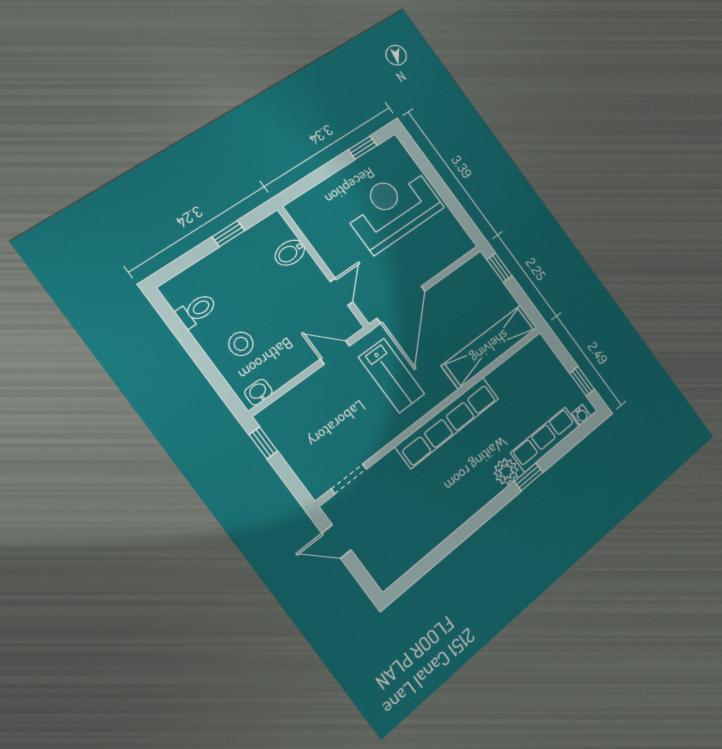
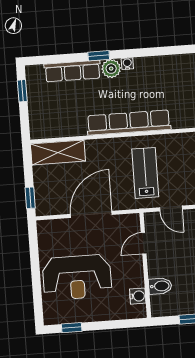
water cooler: (309, 226) -> (138, 296), added
door: (401, 305) -> (91, 214), moved
shelving: (490, 347) -> (58, 153), width x0.68
water cooler: (581, 415) -> (127, 64), moved

